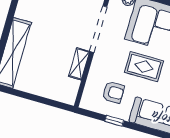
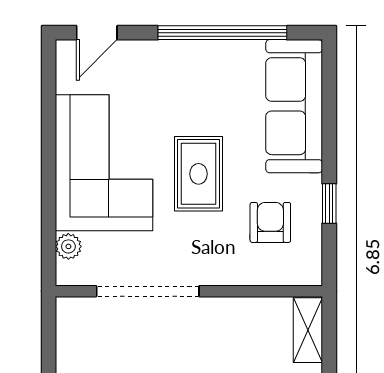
shelving: (79, 64) -> (308, 330), moved, turned 90

